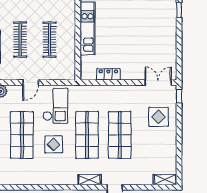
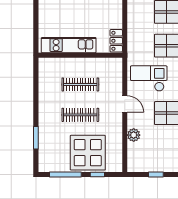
locker: (108, 74) -> (116, 41), moved

